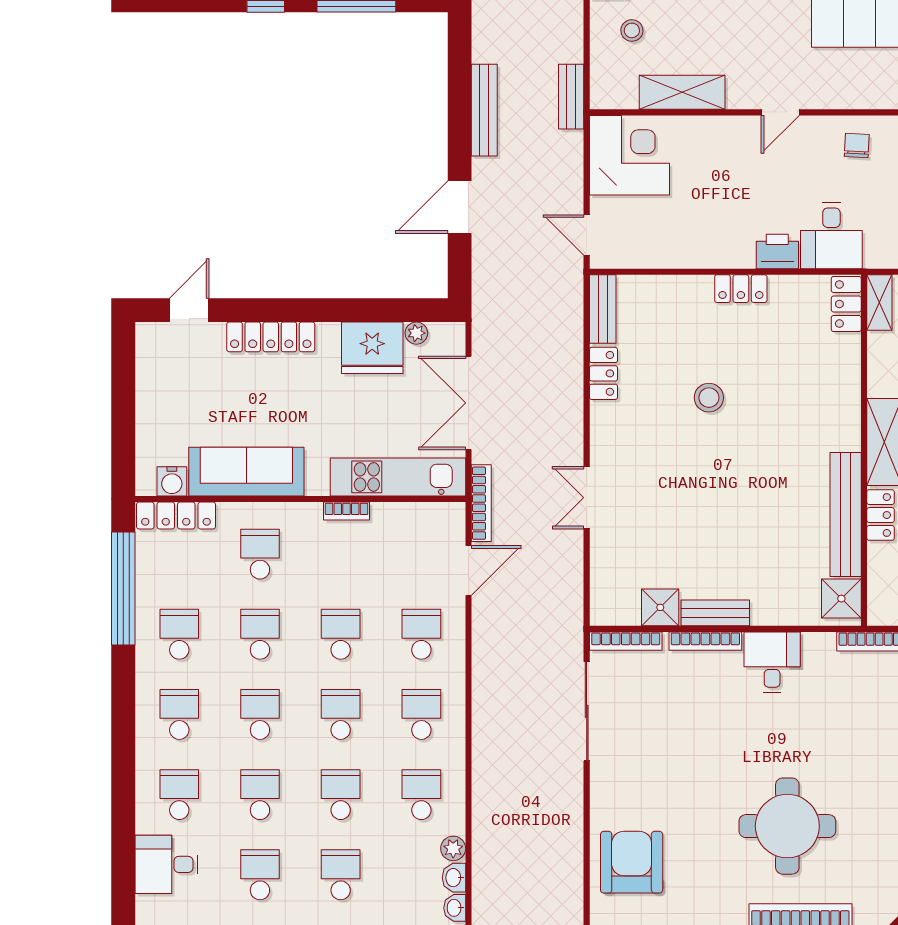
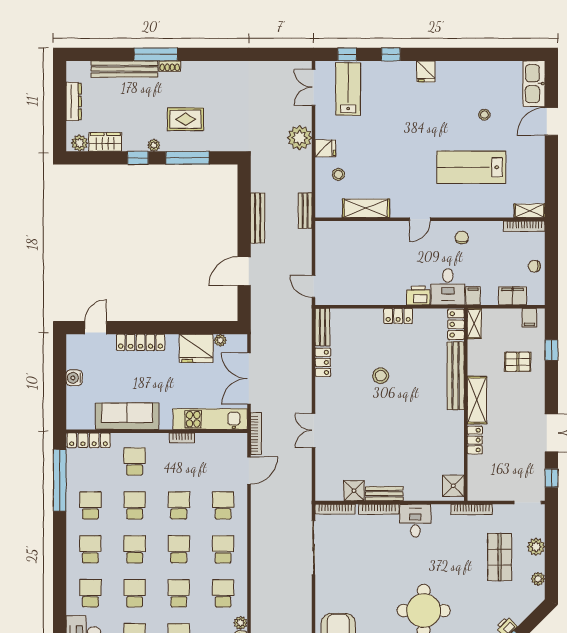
corner desk: (629, 155) -> (337, 243), removed
filing cabinet: (877, 252) -> (473, 296), added
water cooler: (172, 481) -> (74, 378), moved, turned 90
bench: (846, 514) -> (456, 376), moved

